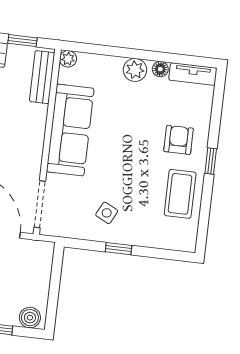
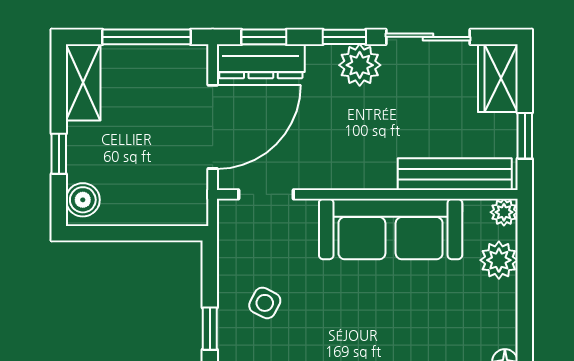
plant: (135, 70) -> (499, 260), moved
bench: (42, 77) -> (455, 174), width x1.36
doorway: (40, 204) -> (266, 194), width x0.73

